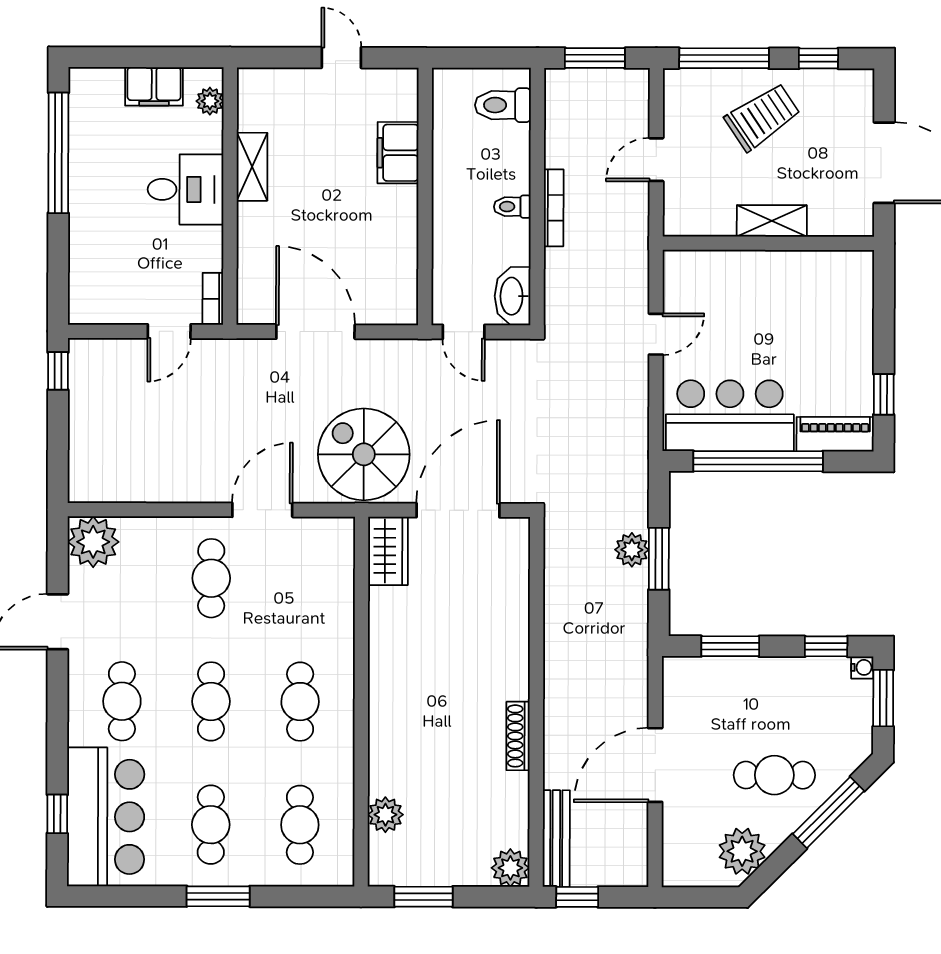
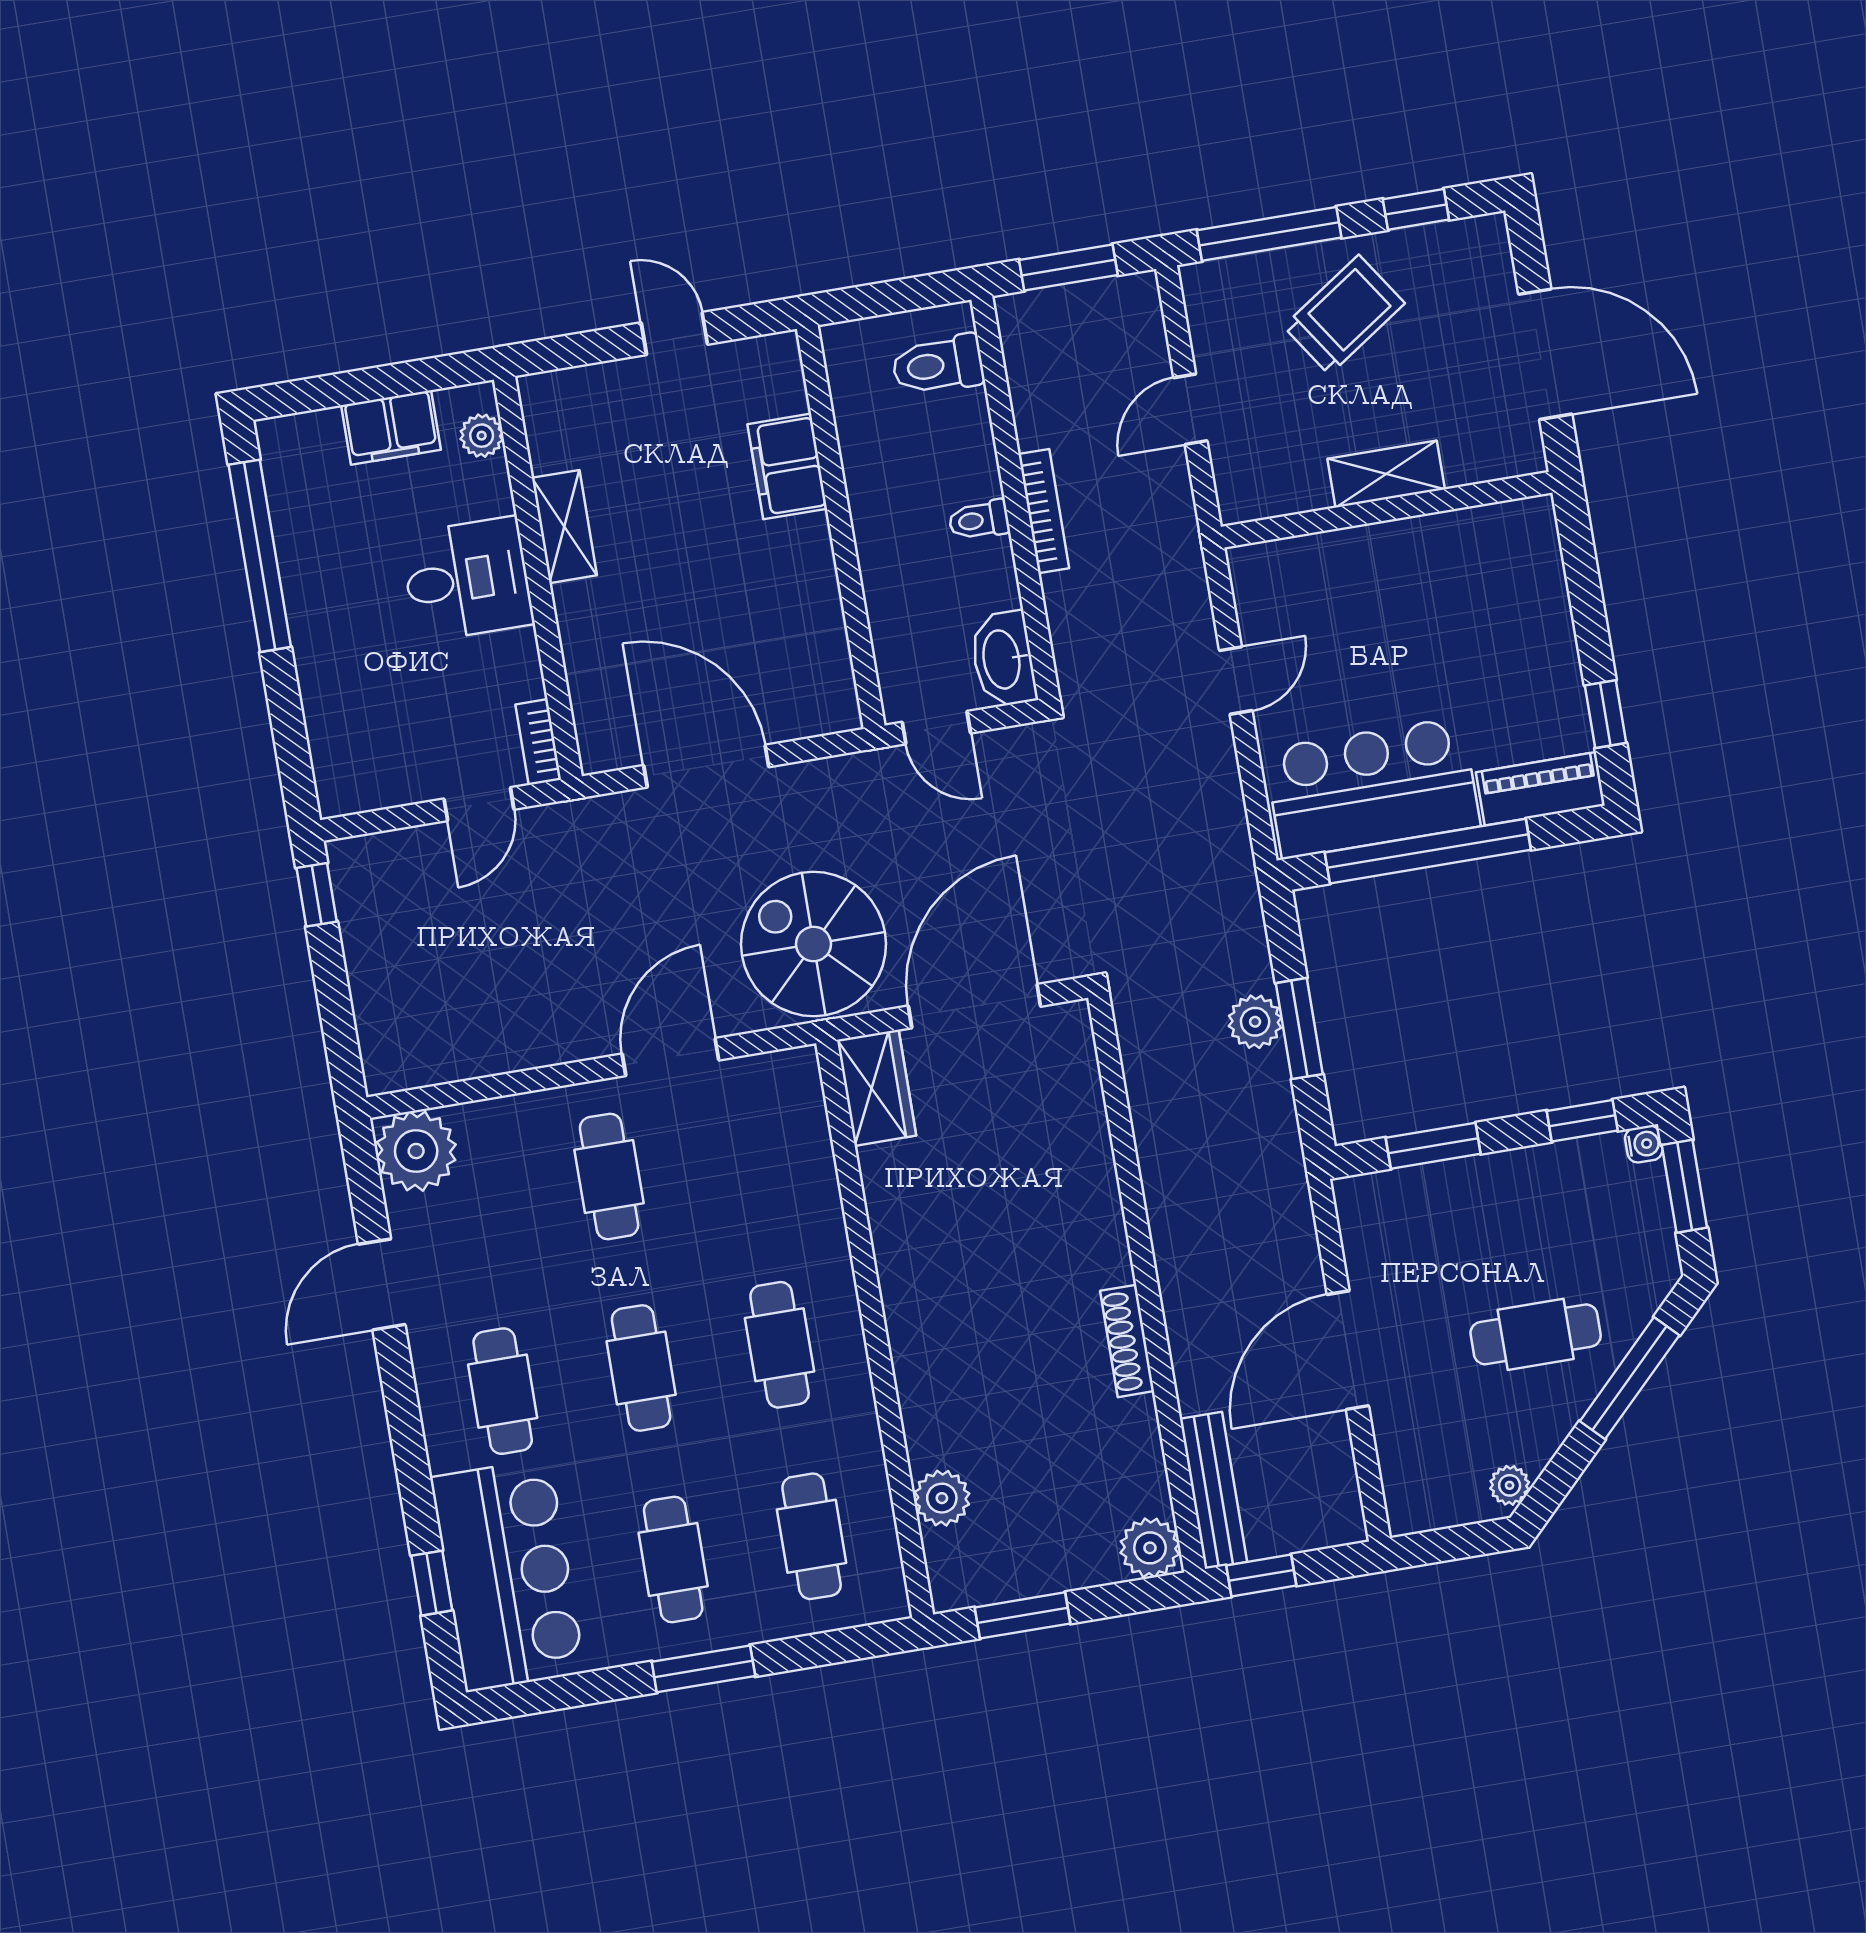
plant: (742, 851) -> (1510, 1485), width x0.53, depth x0.53

